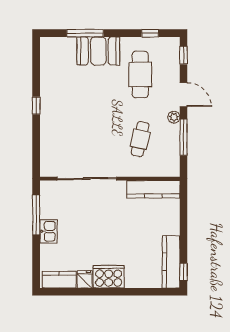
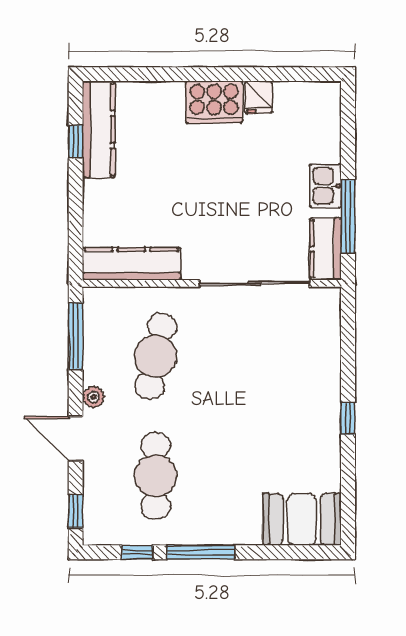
window: (85, 33) -> (201, 552), moved
booth: (98, 51) -> (302, 519), moved
window: (184, 137) -> (76, 336), moved
cafe table: (140, 139) -> (156, 356), width x1.37, depth x1.35
window: (184, 272) -> (76, 142), moved
kitchen counter: (59, 280) -> (326, 249), moved, turned 90

